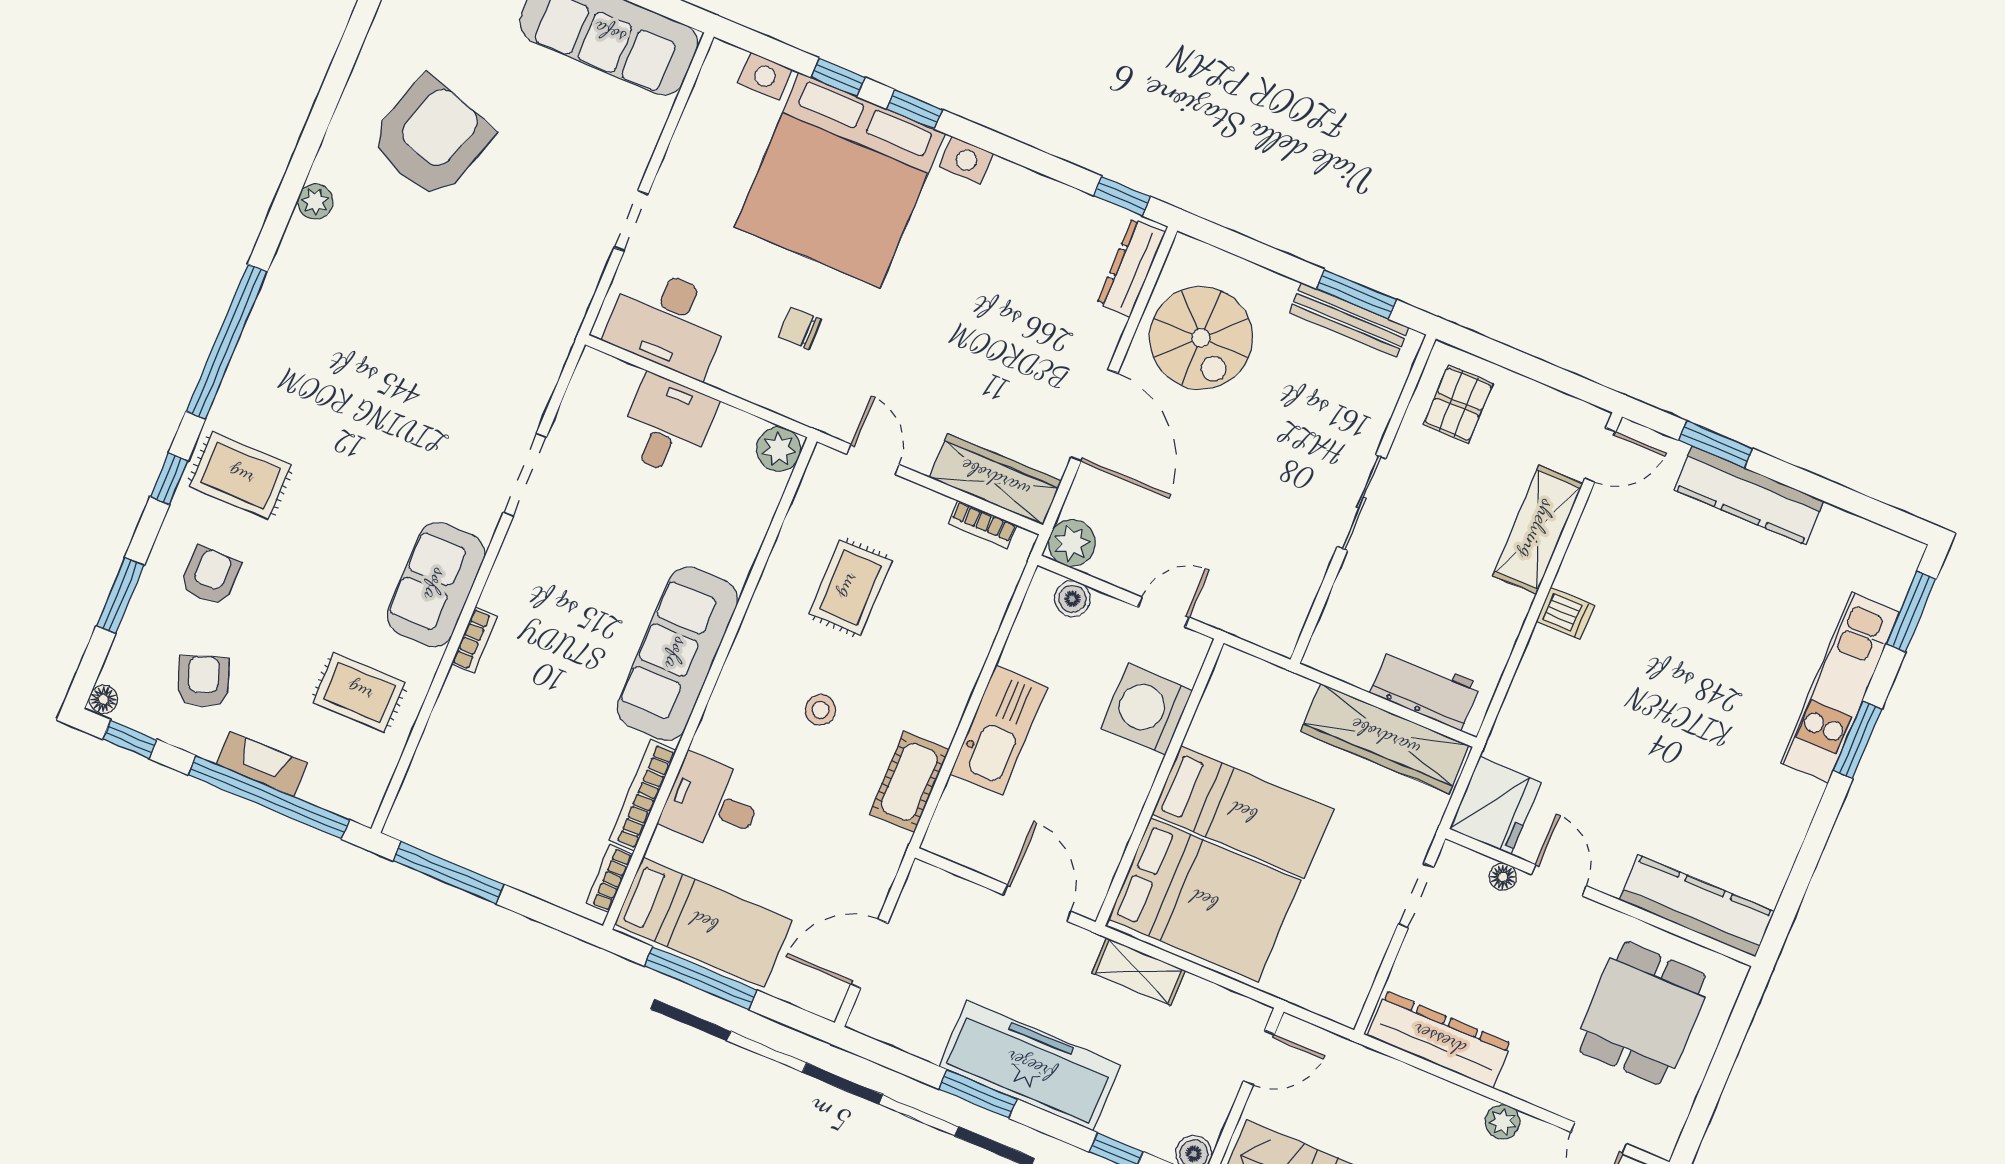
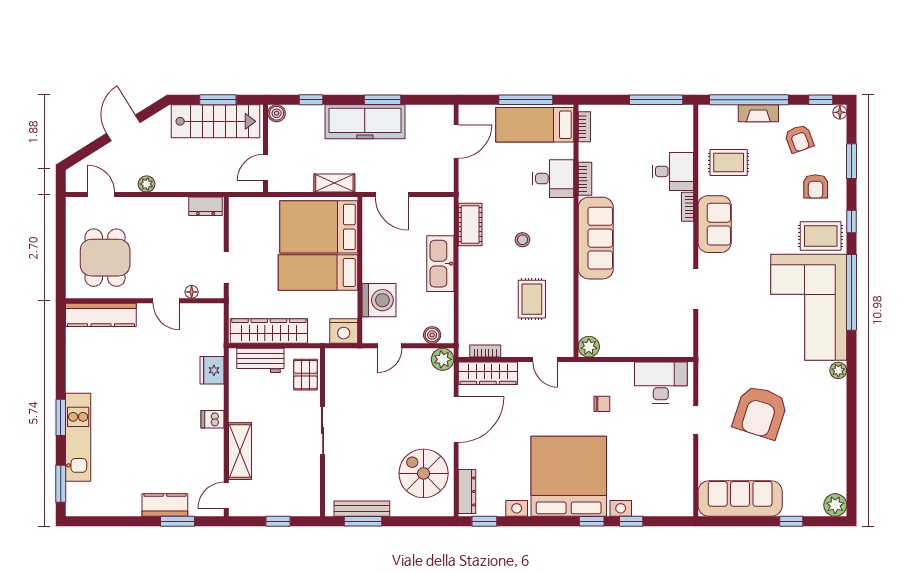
armchair: (431, 138) -> (760, 412), moved
bed with nightstands: (840, 180) -> (569, 476), moved
corner sofa: (321, 348) -> (809, 307), added
window: (1521, 363) -> (278, 521), added
pallet: (1458, 404) -> (305, 375), moved
door: (1094, 415) -> (456, 420), swing flipped
desk: (667, 425) -> (673, 171), moved, turned -90
kitchen counter: (1749, 495) -> (165, 505), width x0.67
nightstand: (1240, 678) -> (344, 331), added
bookcase: (643, 795) -> (585, 179), width x0.64
fridge: (1495, 806) -> (212, 370), moved, width x0.73, depth x0.75
dresser: (1439, 1040) -> (206, 206), width x0.51, depth x0.80

